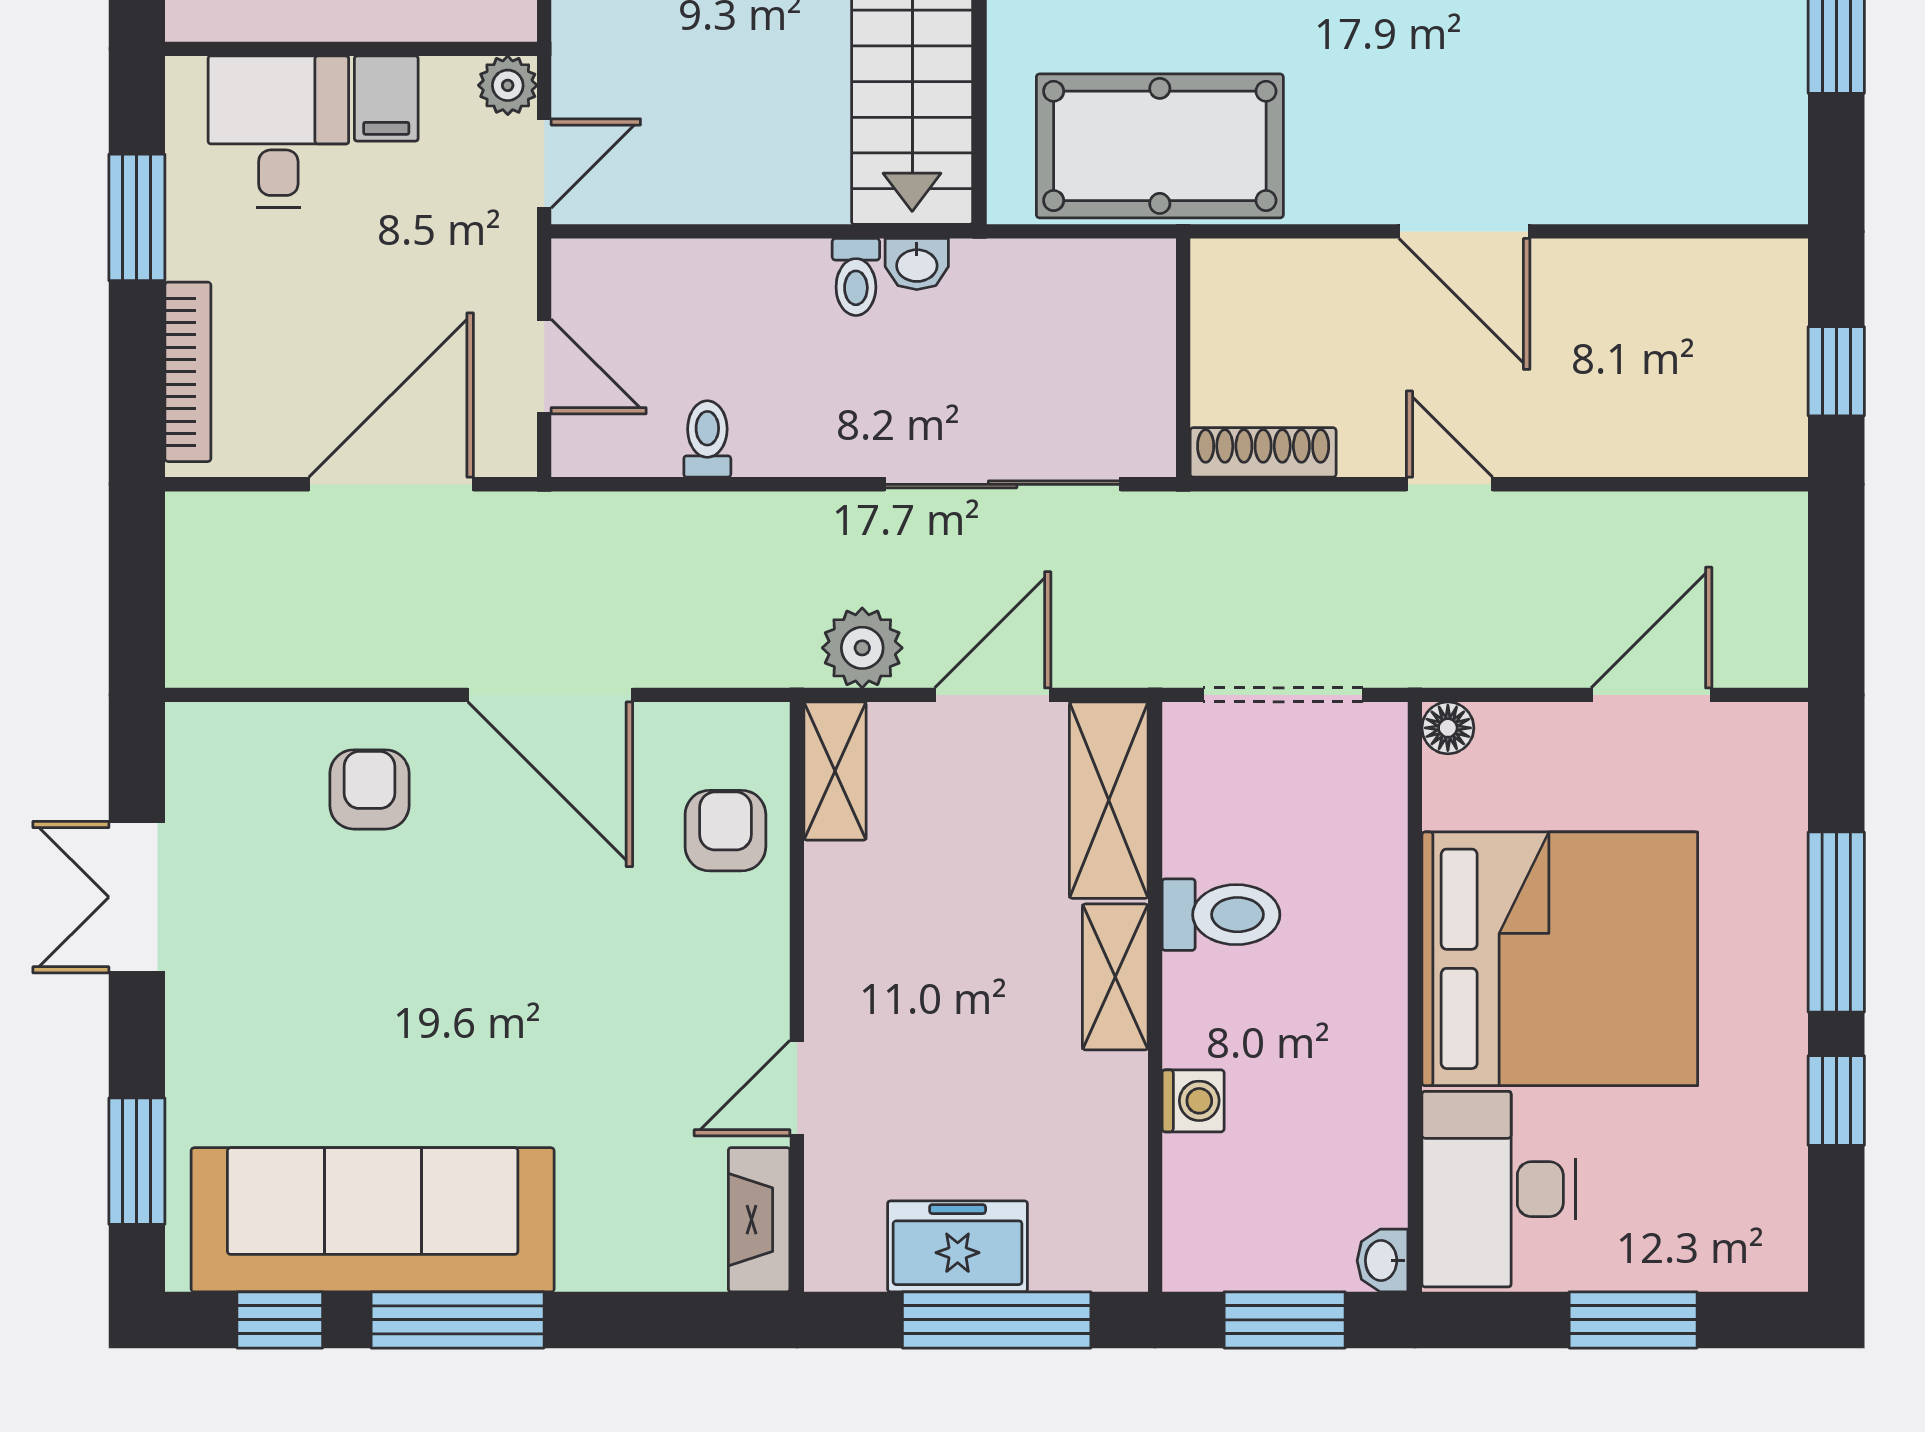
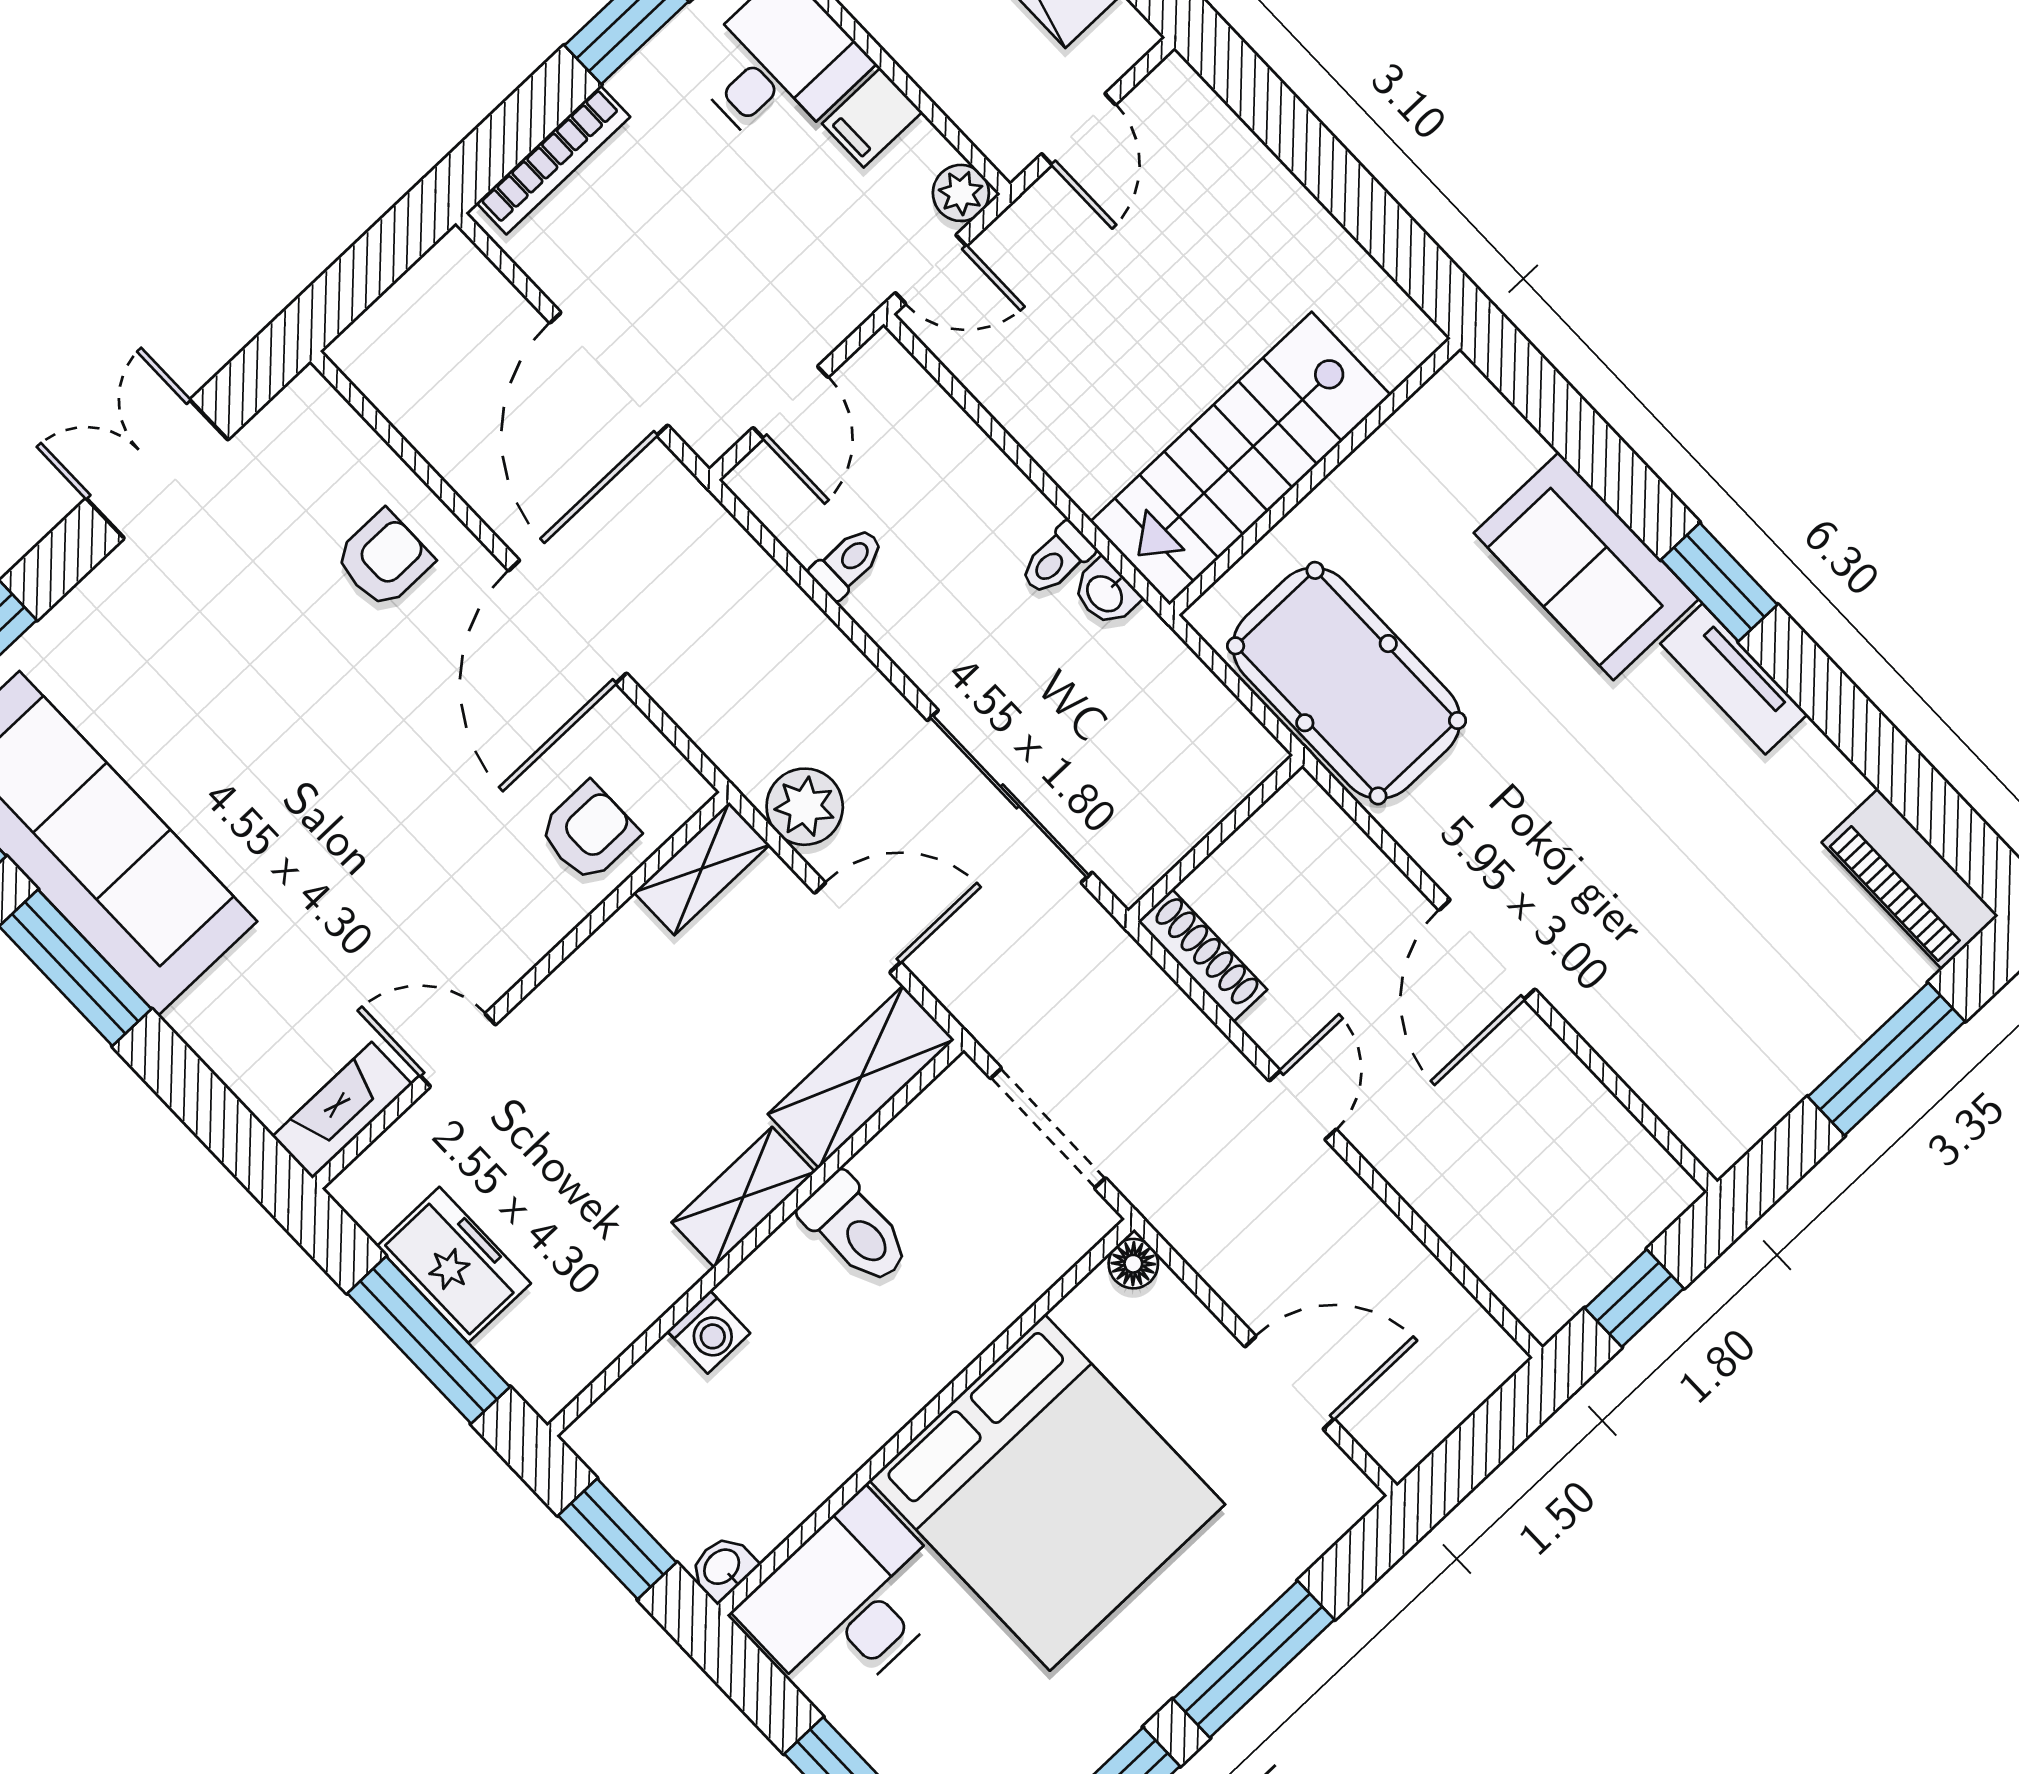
door: (391, 484) -> (609, 374), swing flipped

